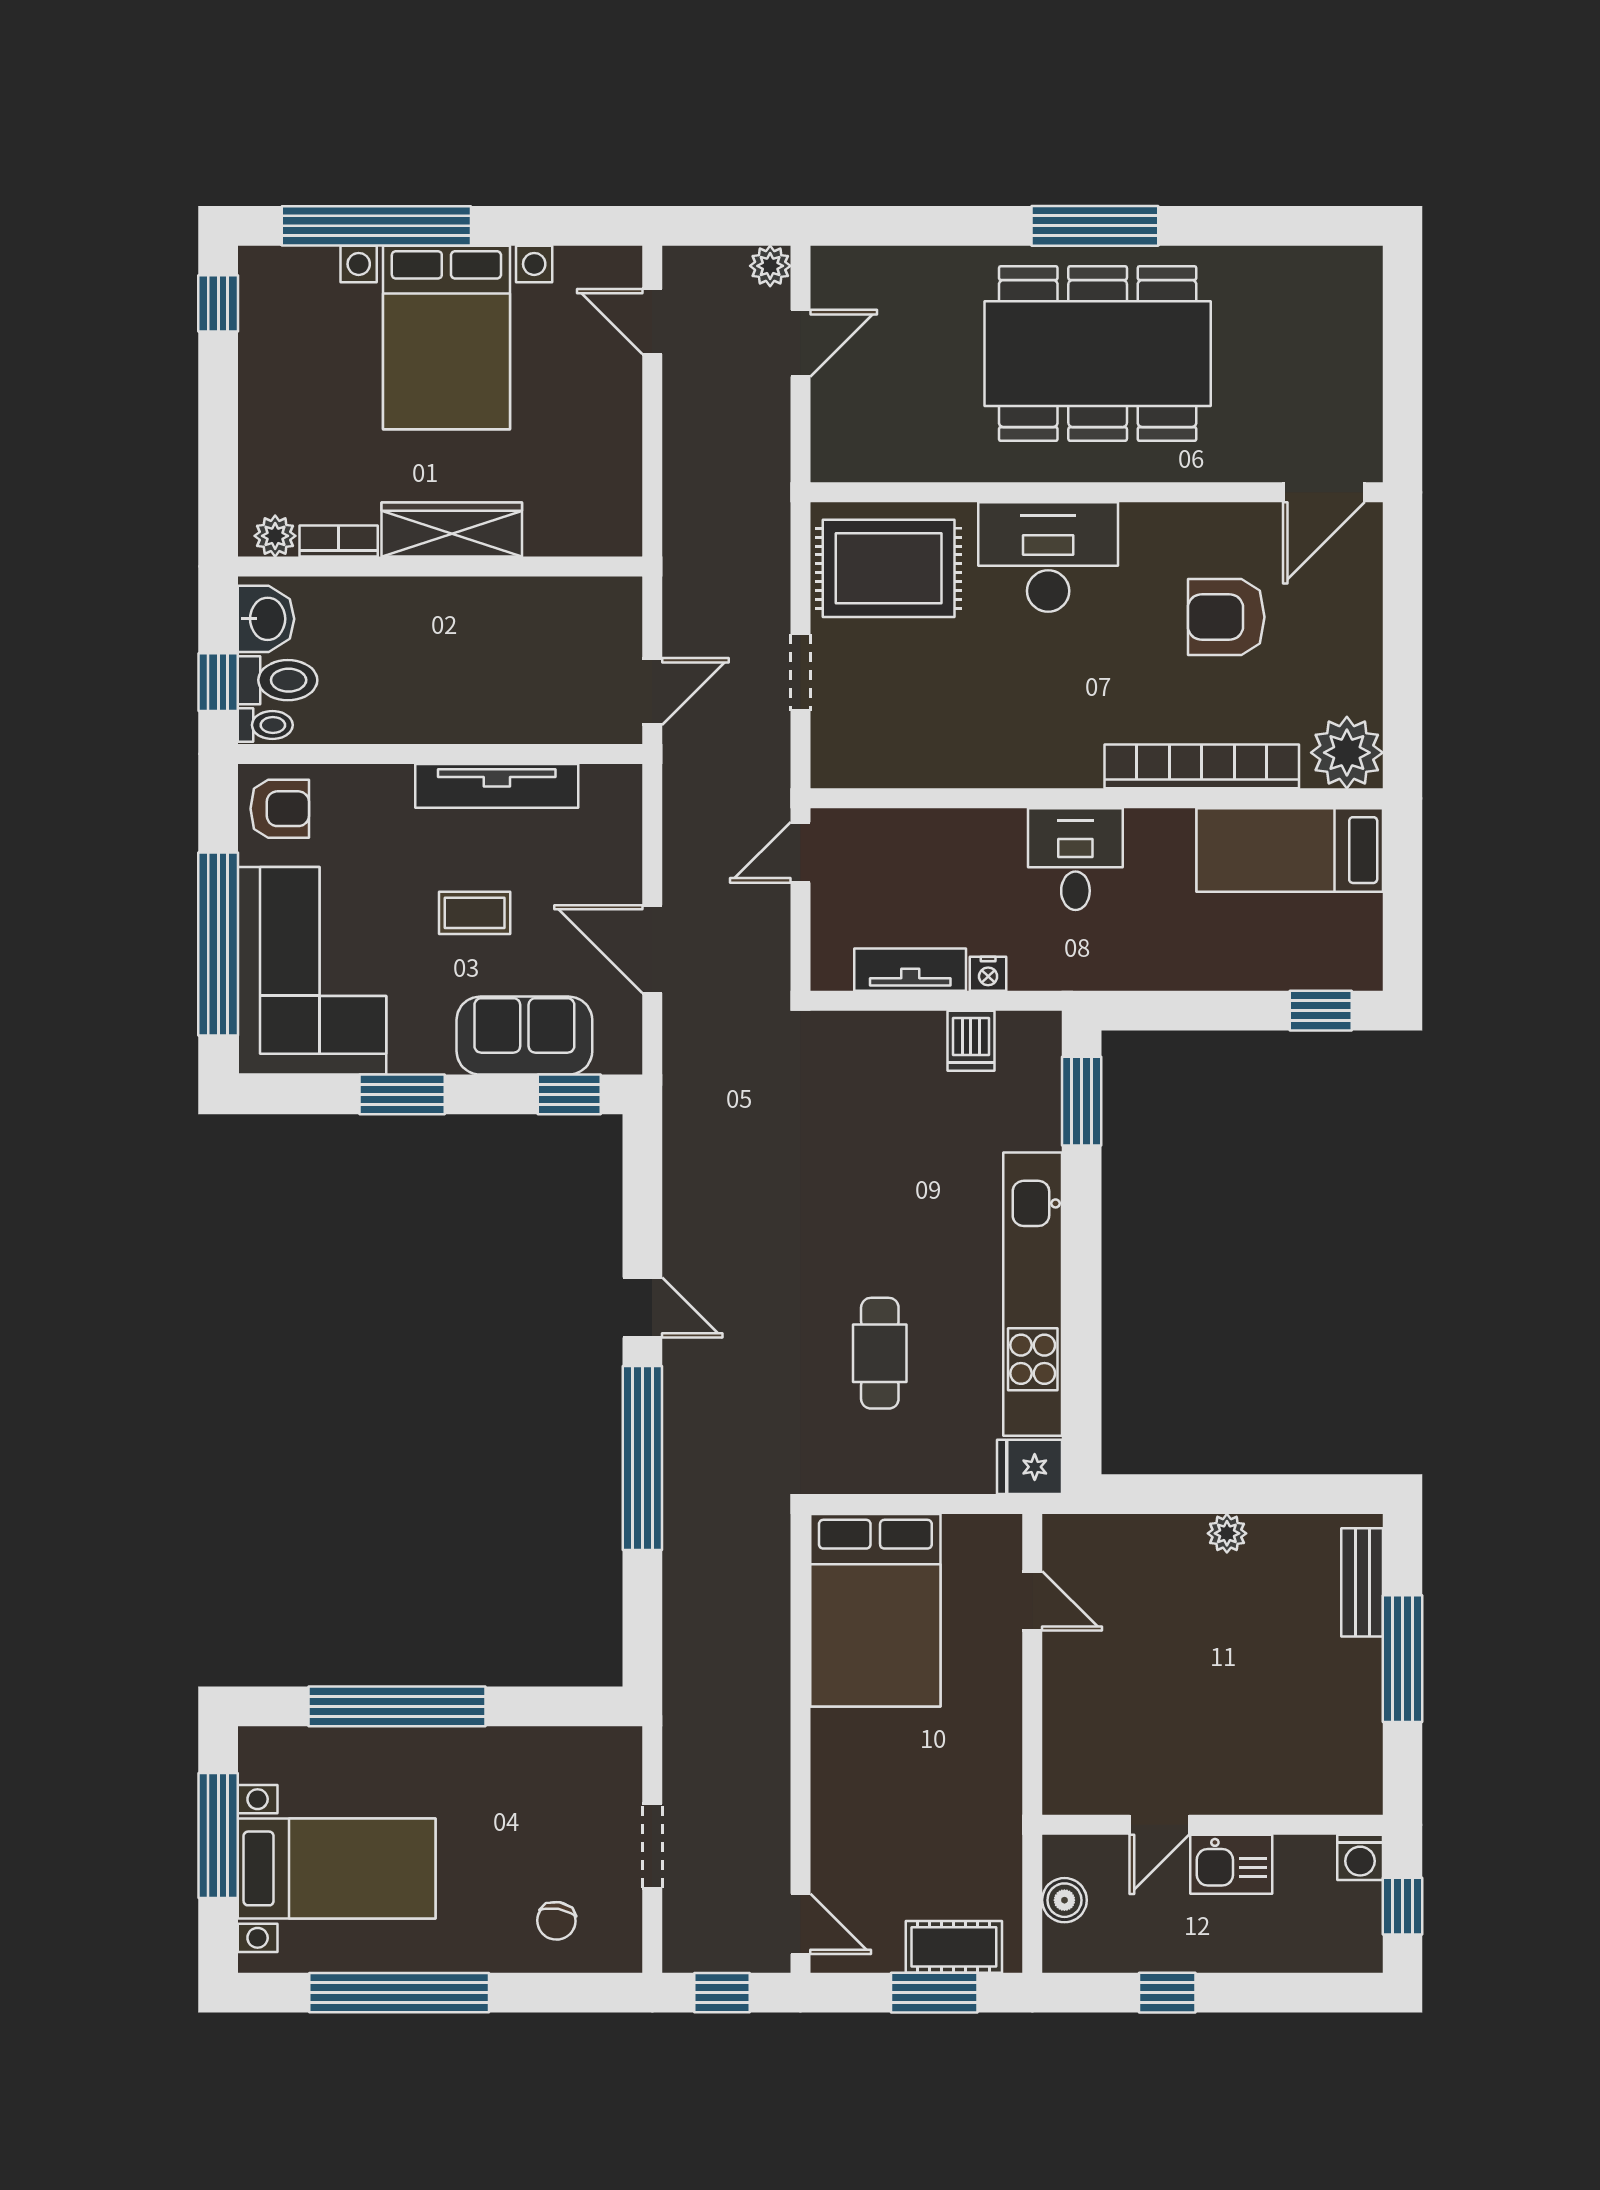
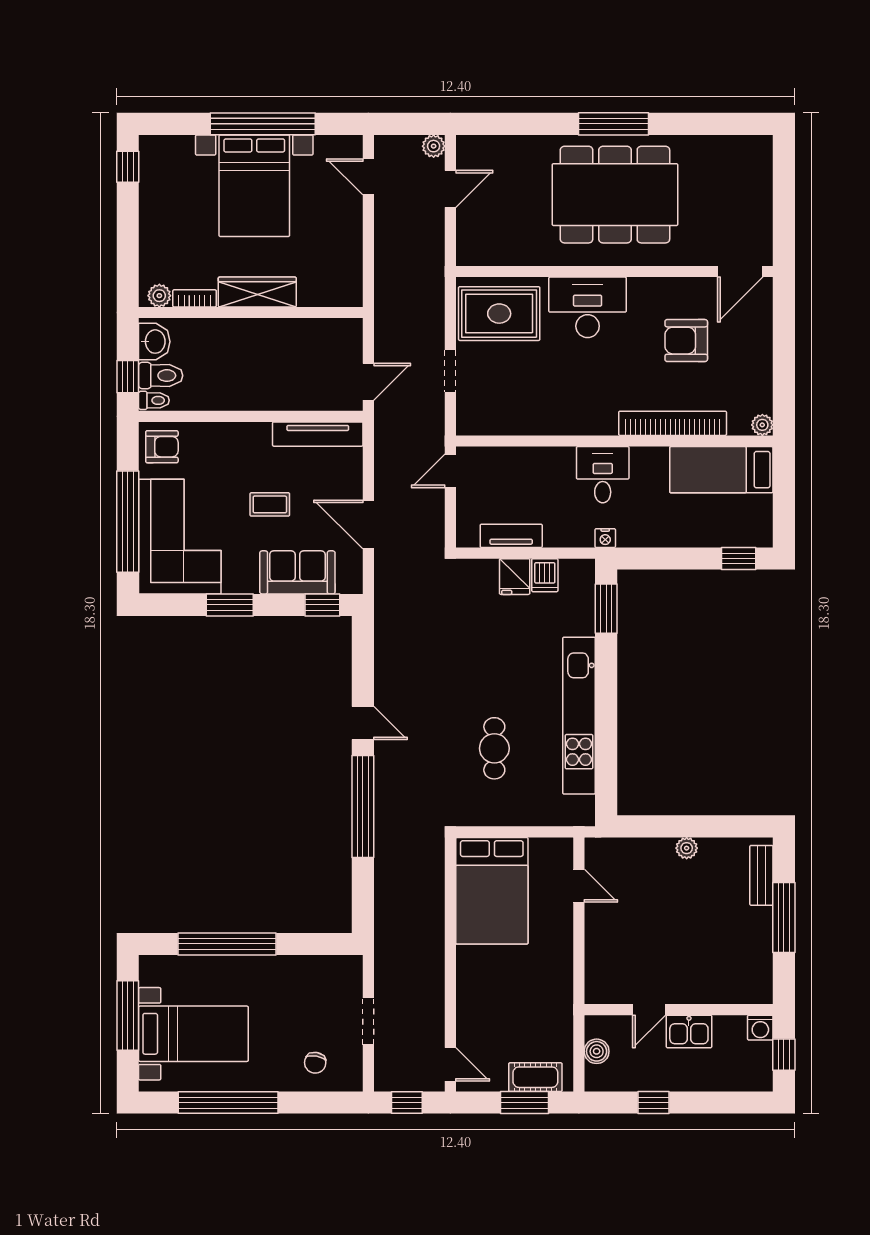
window: (376, 226) -> (263, 124), moved
plant: (1347, 753) -> (762, 425), width x0.53, depth x0.53
tv unit: (497, 786) -> (318, 434), moved
nightstand: (988, 974) -> (605, 538), moved
fridge: (1029, 1467) -> (515, 577), moved, turned -90

